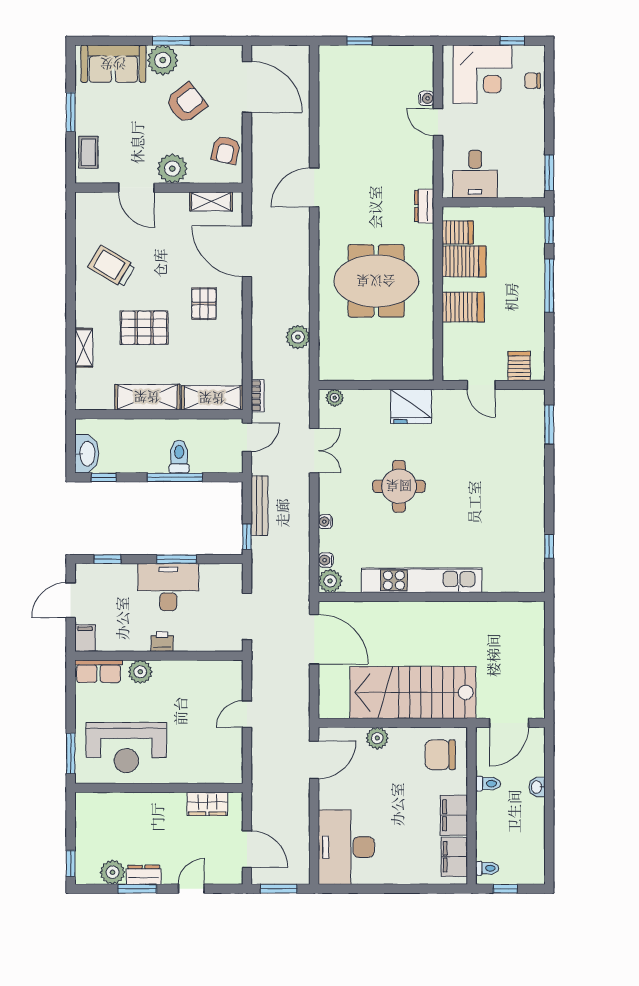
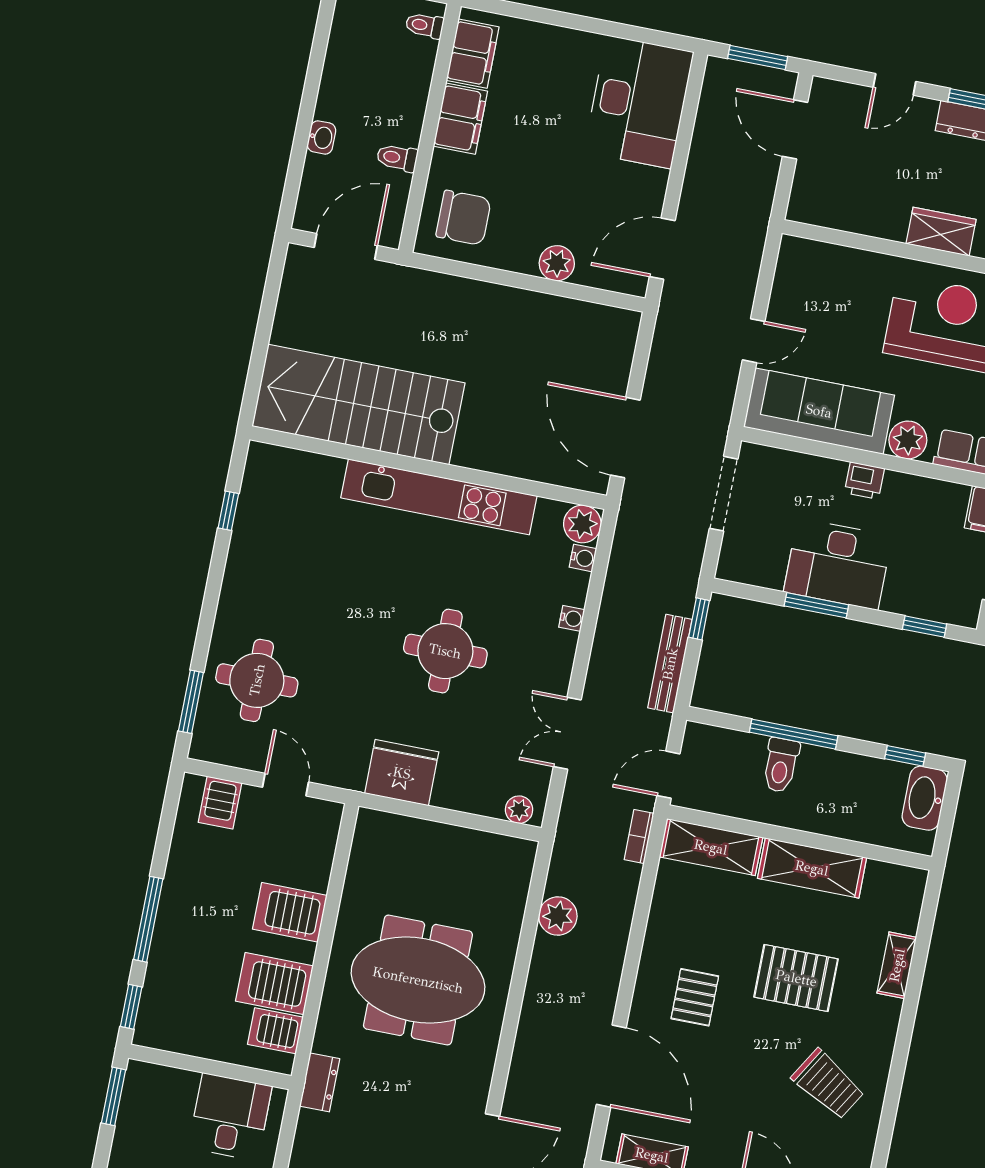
round table: (511, 446) -> (257, 680), added
sofa: (198, 679) -> (819, 411), added
stairs: (413, 692) -> (358, 404), moved, turned 180
wardrobe: (207, 804) -> (941, 232), moved

